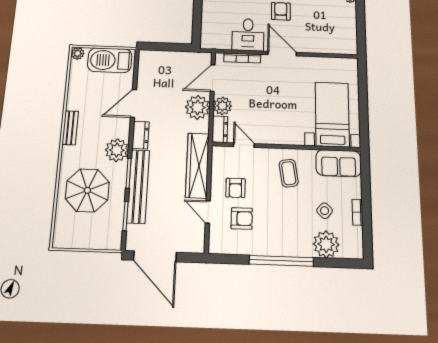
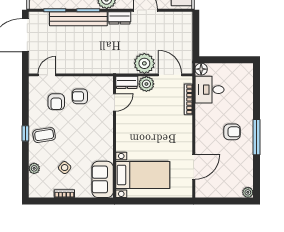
desk: (248, 35) -> (209, 90), moved
floor lamp: (207, 42) -> (201, 69), added
door: (282, 54) -> (194, 167), moved
wardrobe: (197, 165) -> (97, 65), removed
coffee table: (289, 173) -> (44, 135), moved
door: (208, 212) -> (47, 75), moved
plant: (326, 244) -> (34, 168), width x0.53, depth x0.53
window: (281, 261) -> (25, 133), width x0.32

